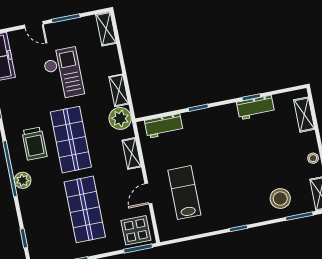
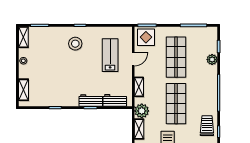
workbench: (256, 108) -> (91, 101), moved
trolley: (34, 144) -> (207, 126), moved
plant: (23, 180) -> (212, 60), moved
lab bench: (184, 193) -> (110, 55), turned 180
stool: (280, 199) -> (75, 44), moved

